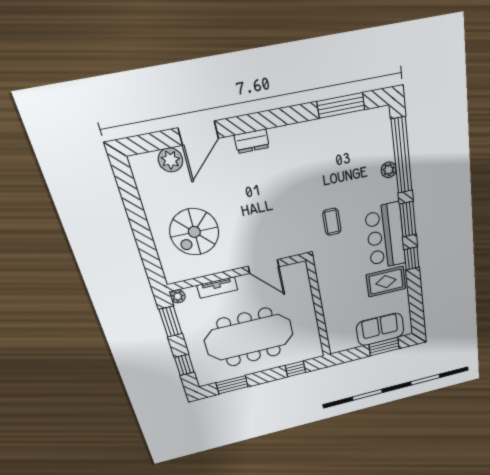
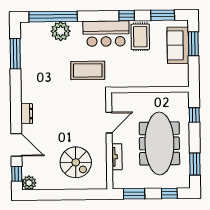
window: (151, 142) -> (17, 174), added
plant: (171, 160) -> (29, 183), moved
plant: (389, 170) -> (61, 31), width x1.87, depth x1.87
window: (408, 219) -> (163, 15), moved
coffee table: (332, 222) -> (88, 70), width x1.86, depth x1.72
plant: (178, 296) -> (117, 184), removed

